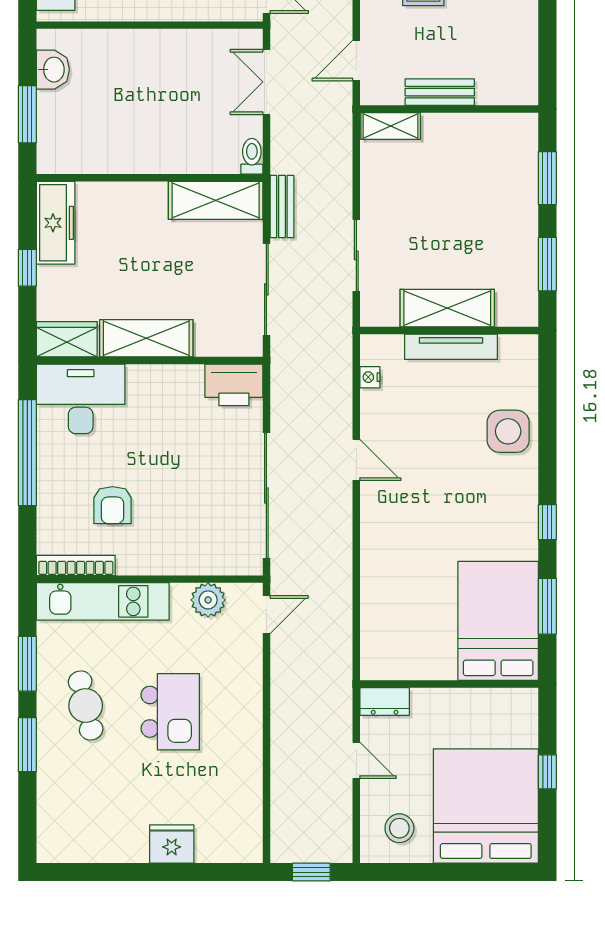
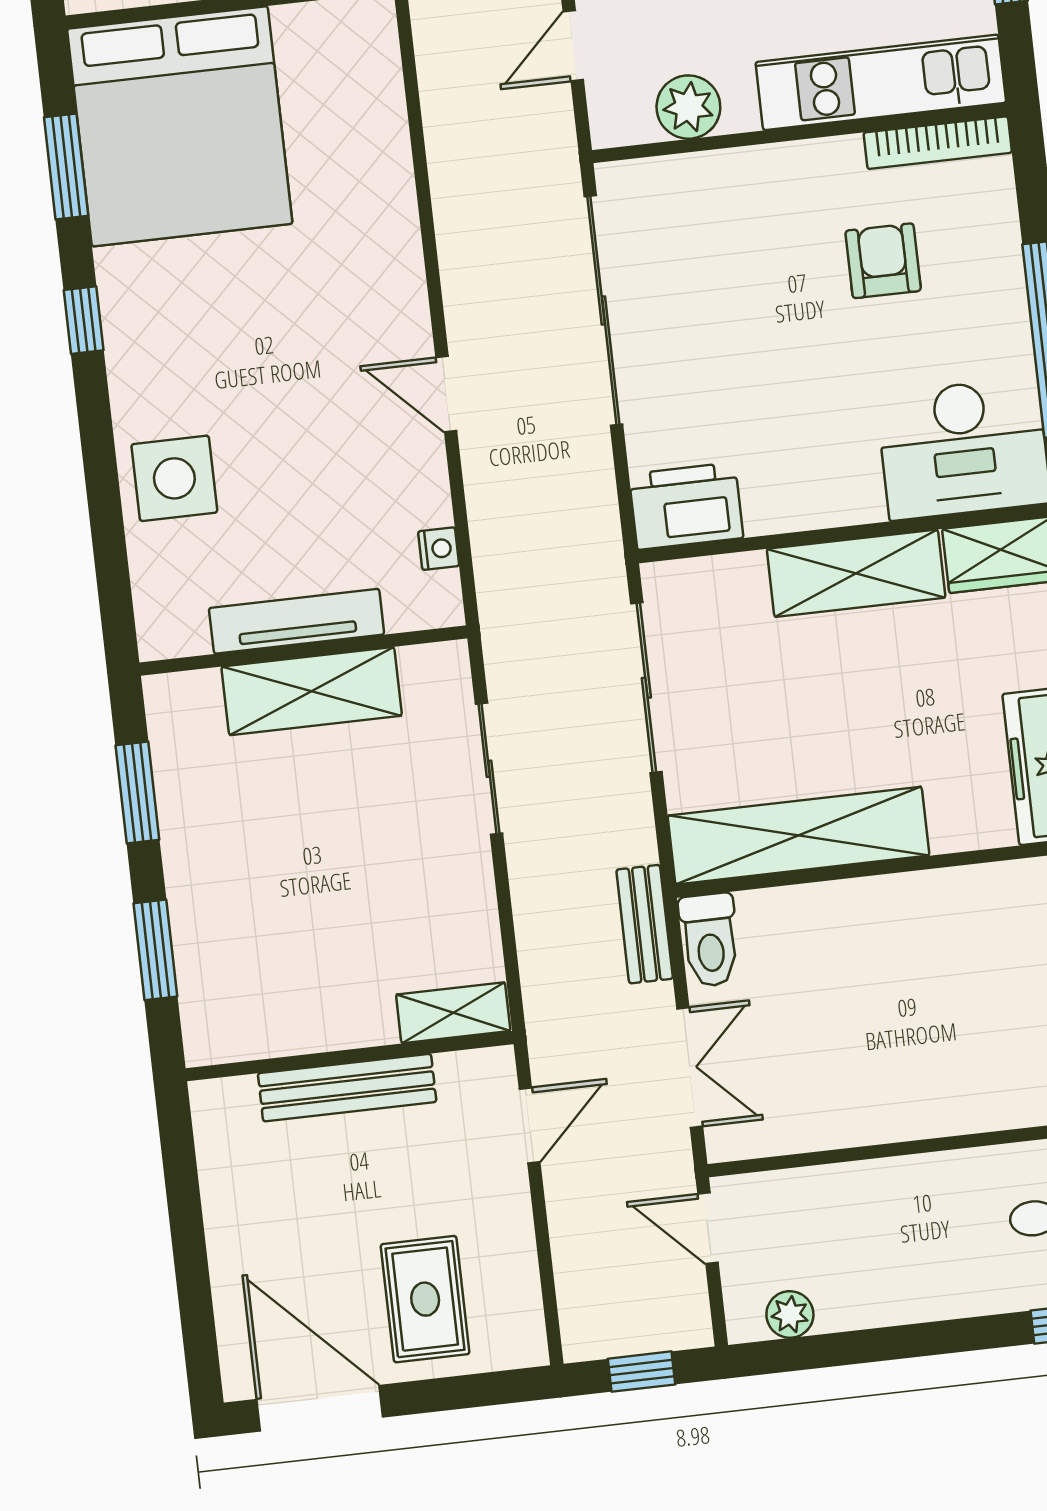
bench: (440, 92) -> (347, 1088), width x1.36
toilet: (252, 156) -> (710, 940), width x1.37, depth x1.39
shelving: (216, 200) -> (798, 836), width x1.47
bench: (282, 207) -> (645, 924), moved
door: (266, 615) -> (573, 46), moved
bed: (498, 621) -> (180, 126), width x1.36

